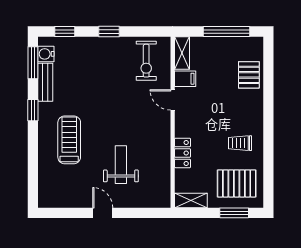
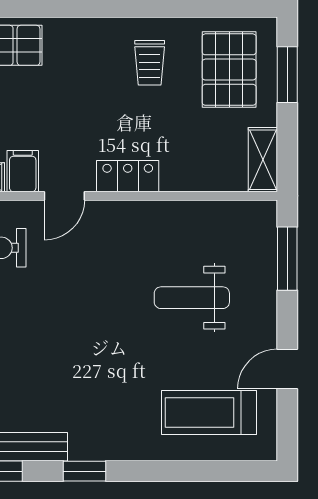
treadmill: (69, 140) -> (209, 412), moved
locker: (183, 153) -> (128, 176), moved
door: (103, 213) -> (287, 369), moved
window: (141, 213) -> (287, 259), added

